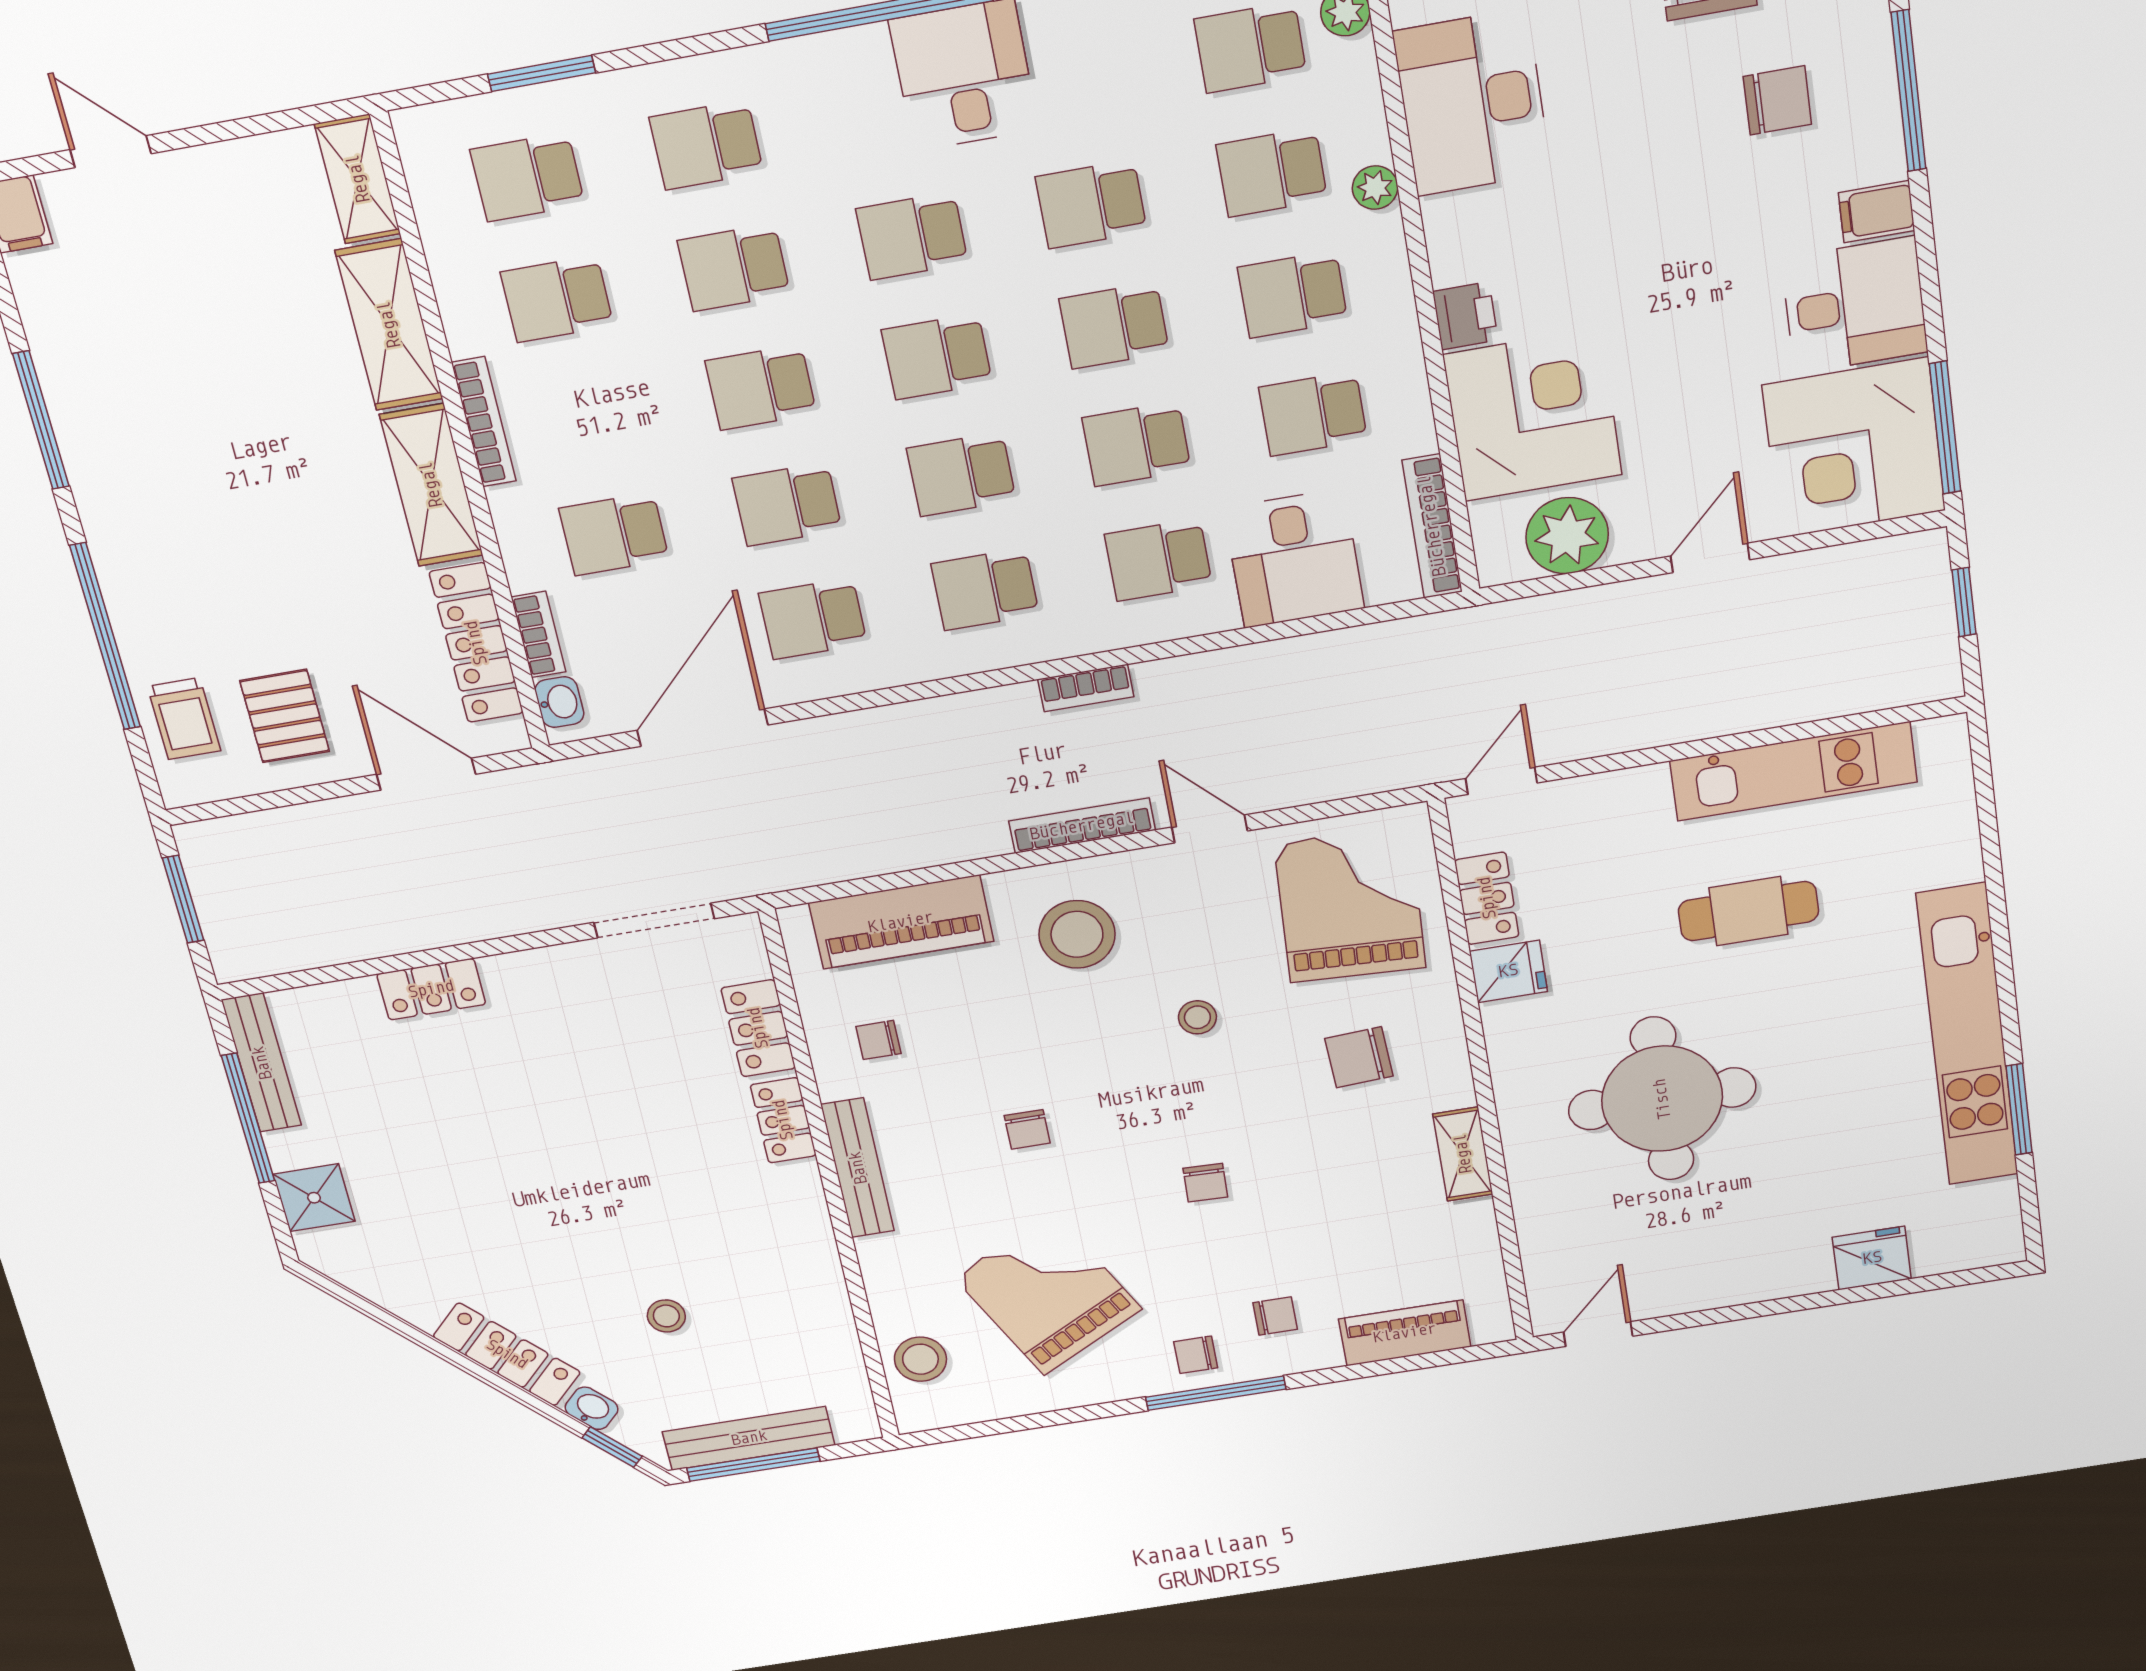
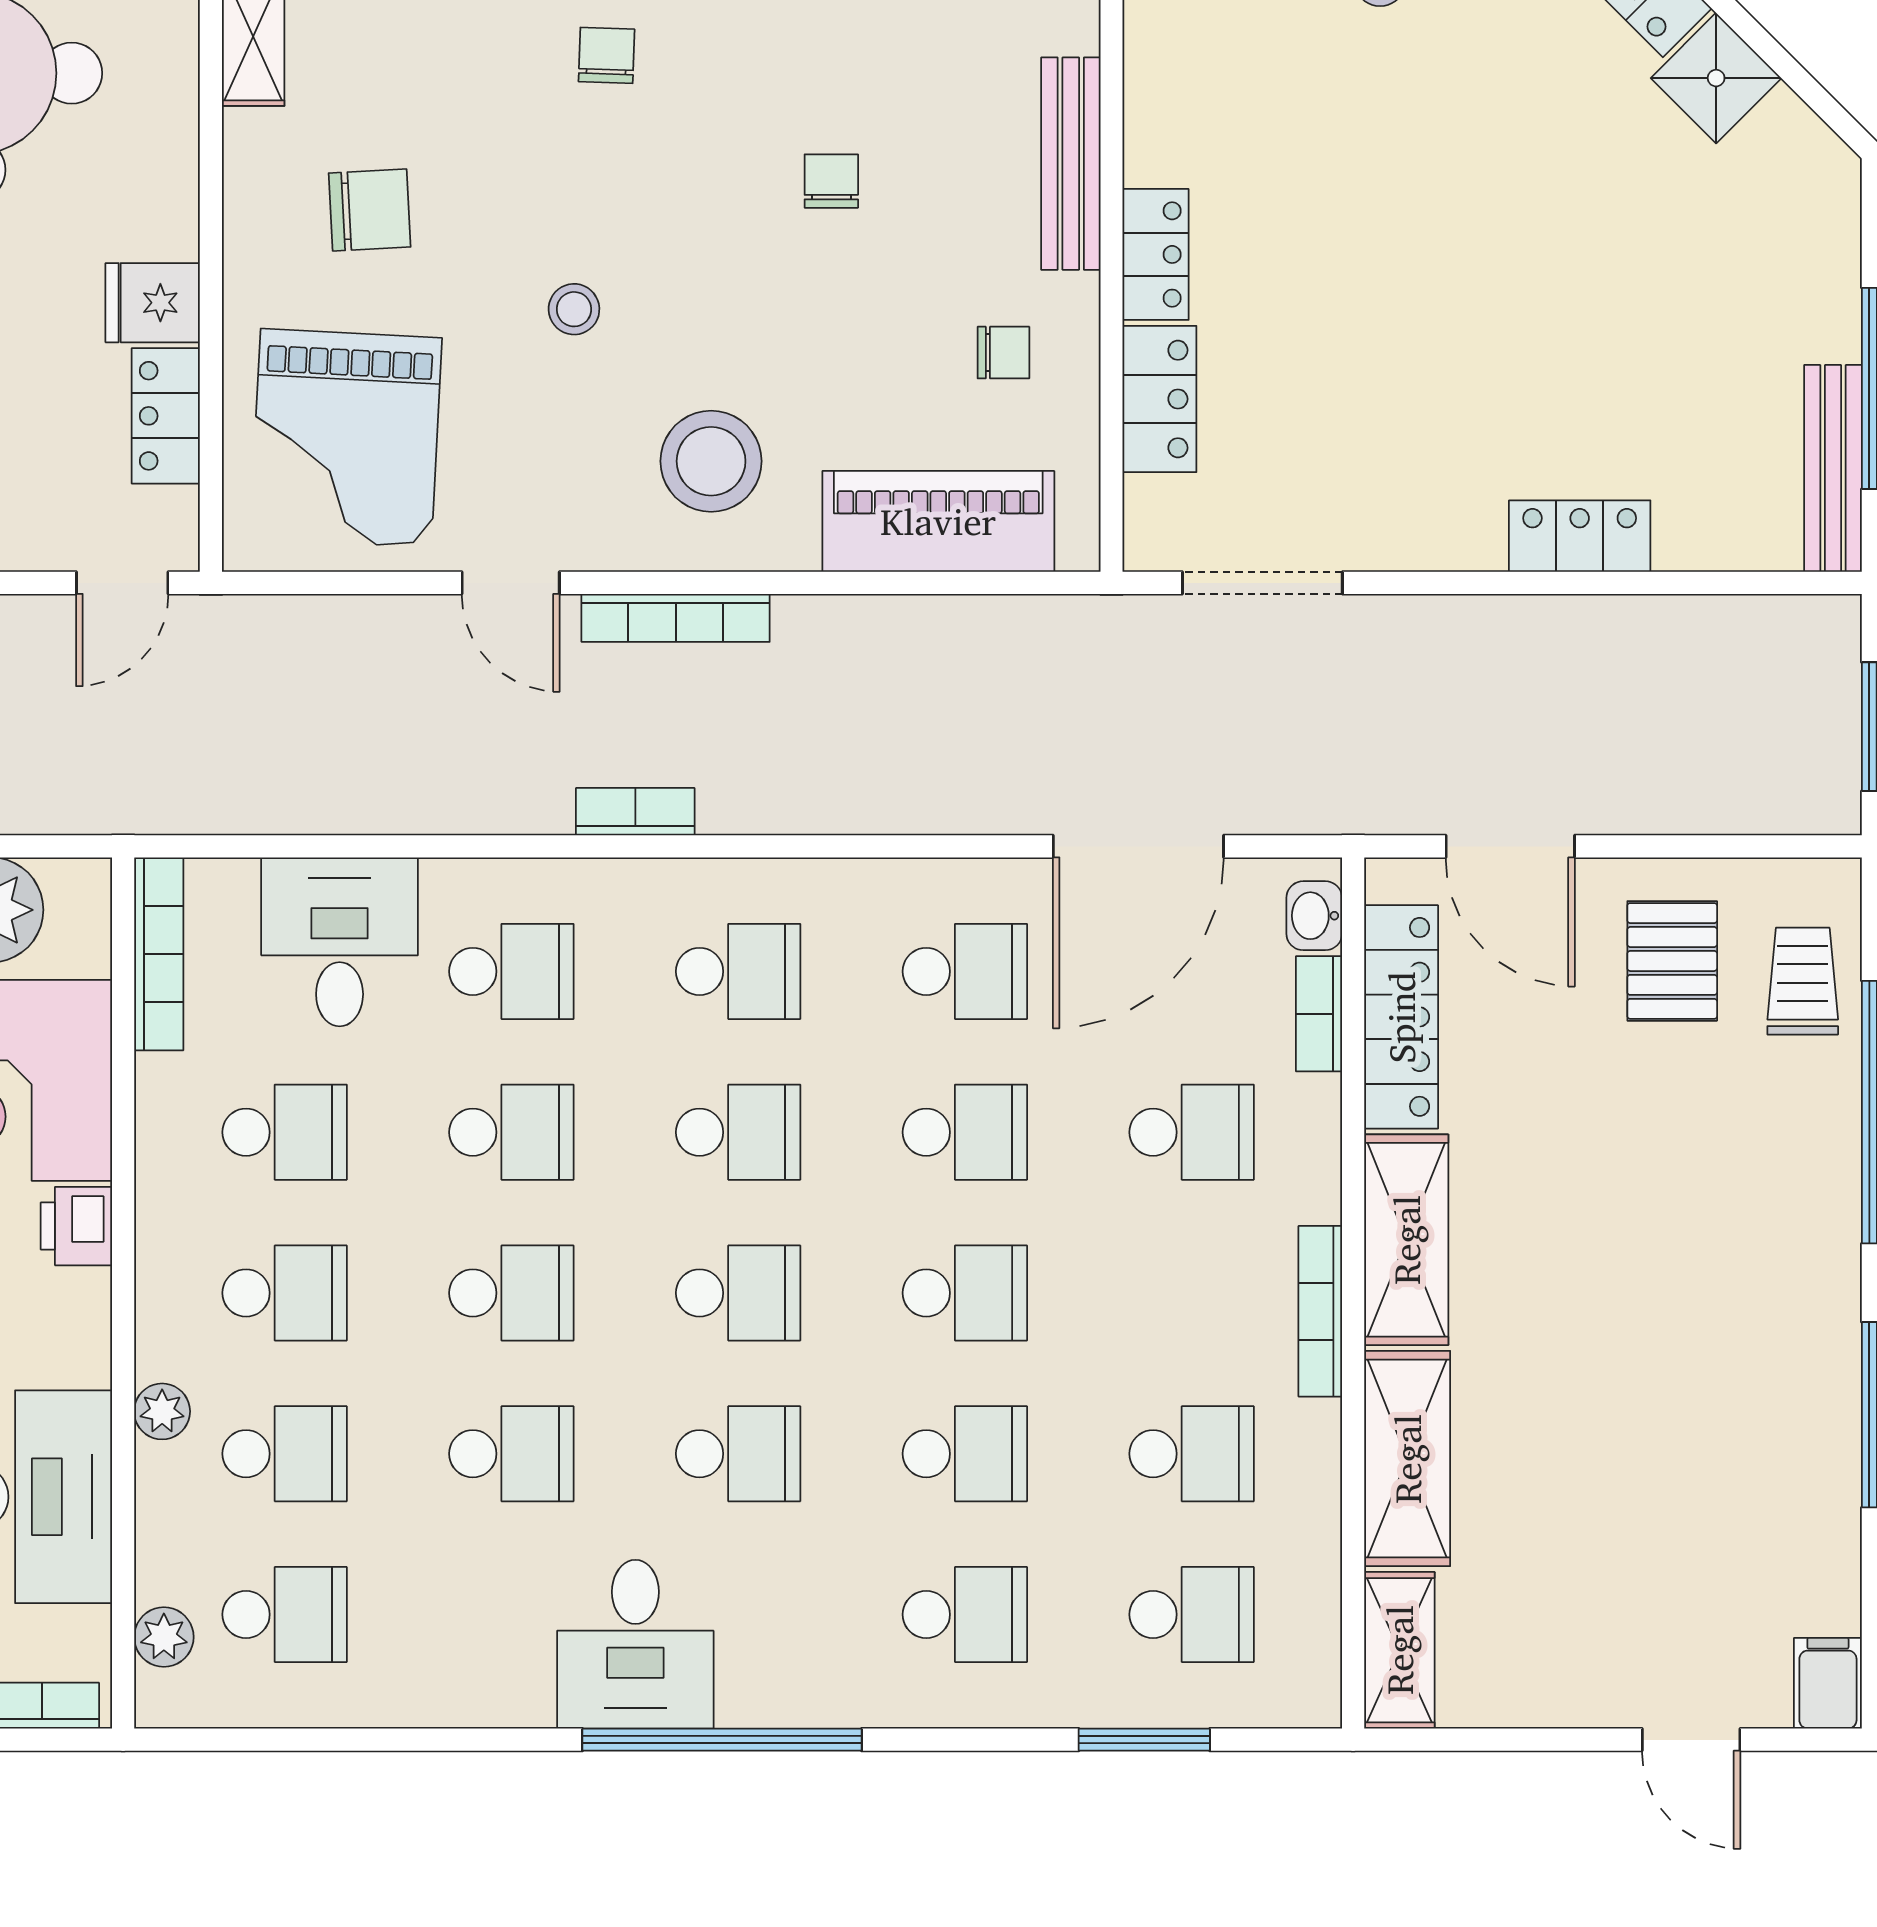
shower: (314, 1198) -> (1716, 78), moved, turned 45

